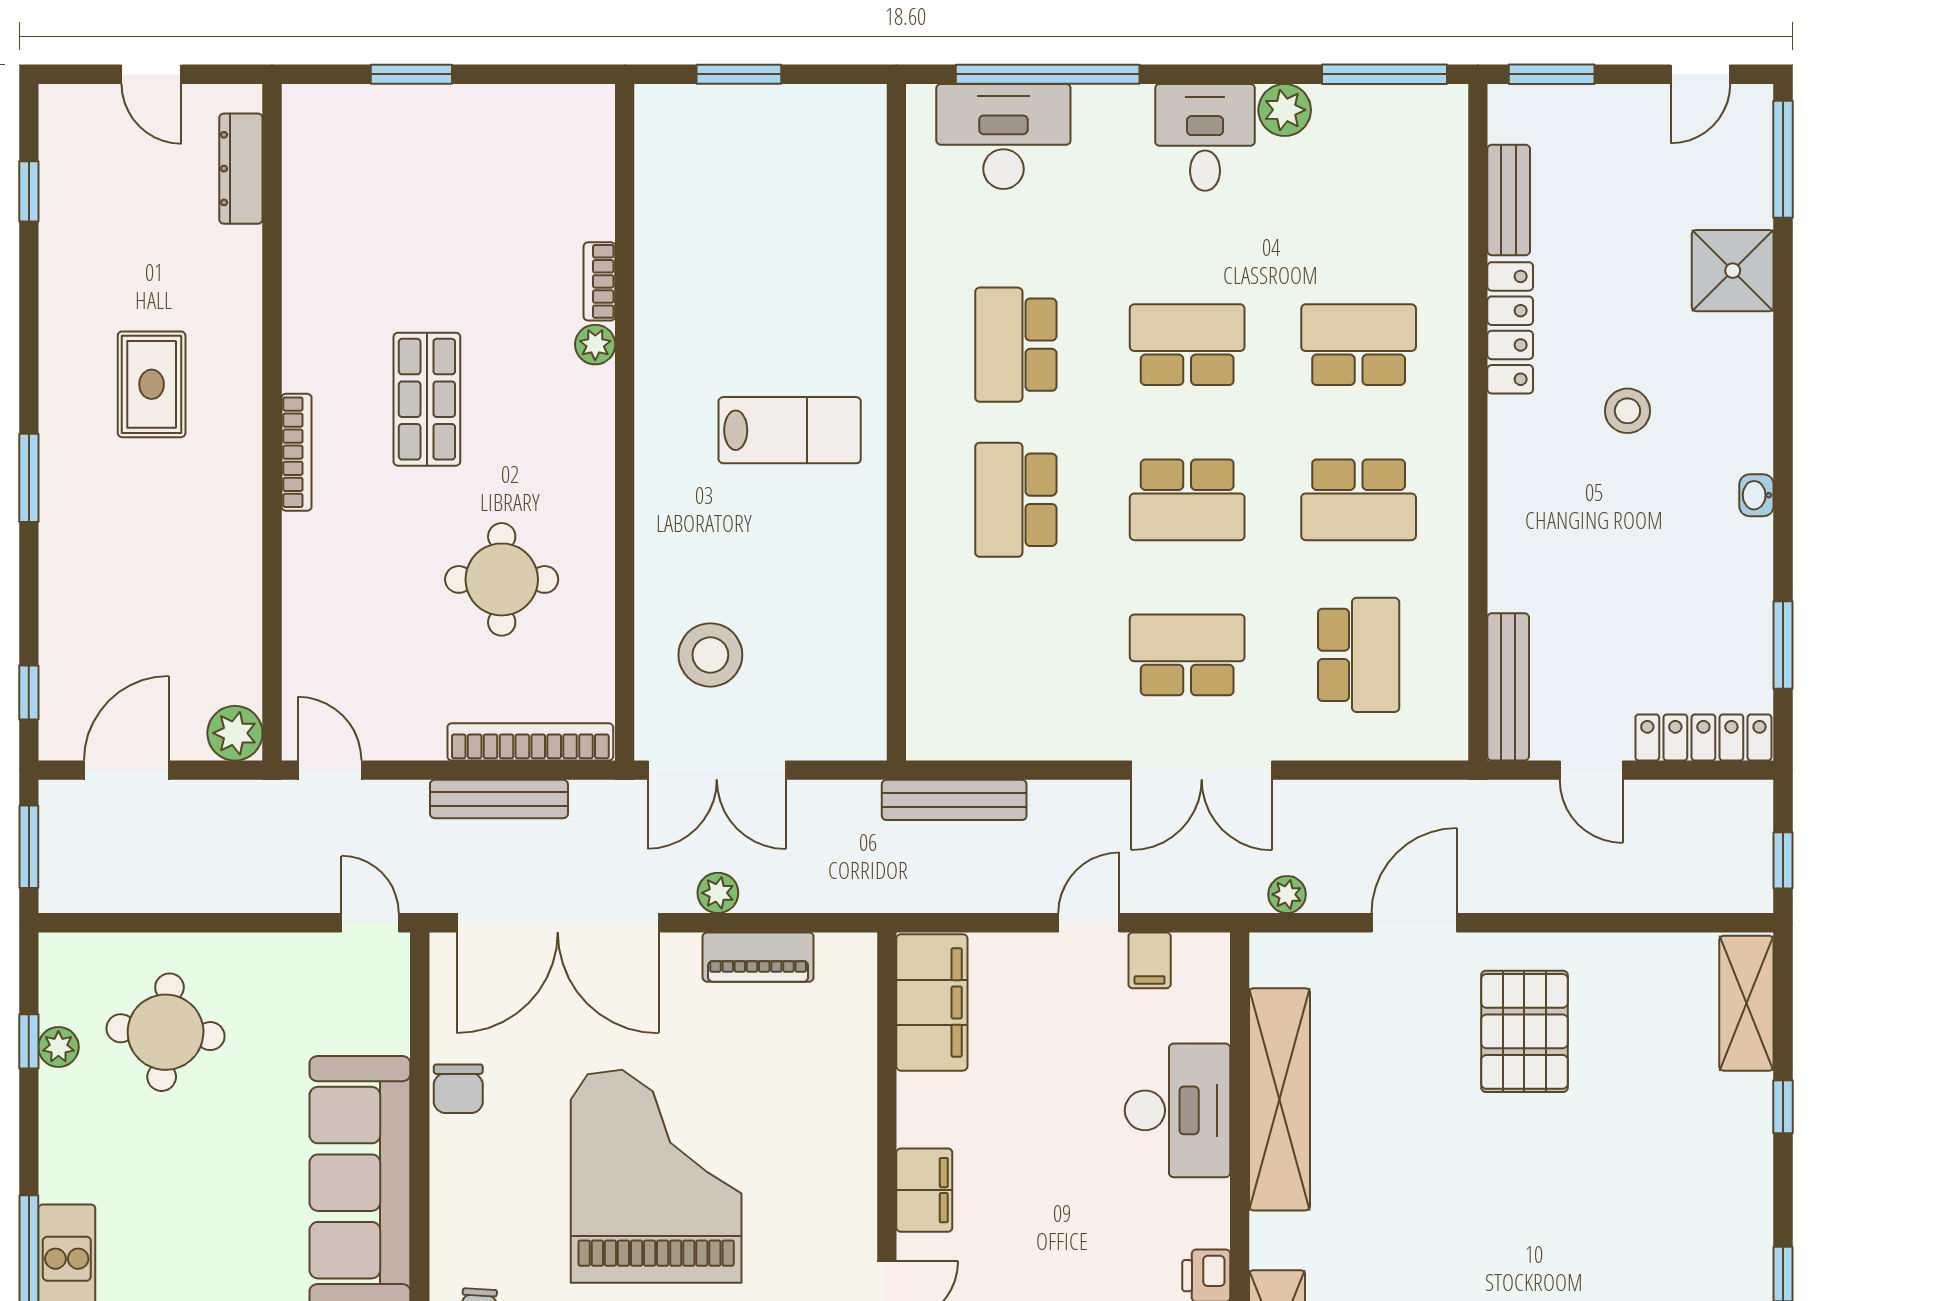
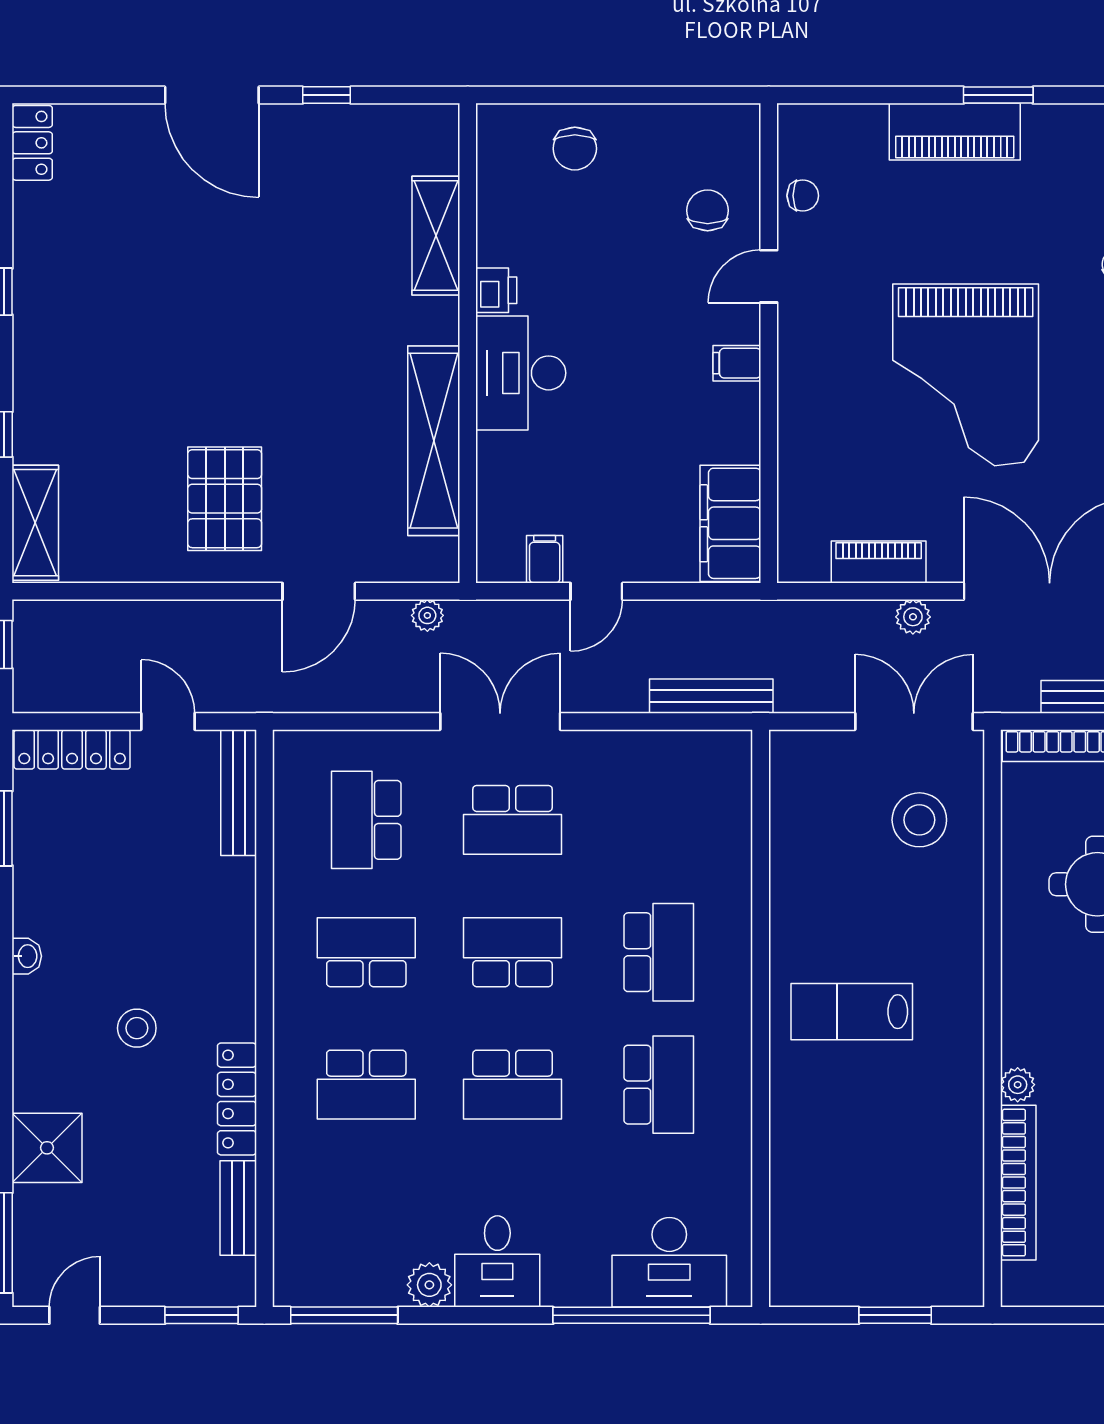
bookcase: (599, 281) -> (1018, 1183), width x2.31, depth x1.31
desk: (1178, 1110) -> (521, 373), moved
filing cabinet: (924, 1190) -> (737, 363), width x0.50

